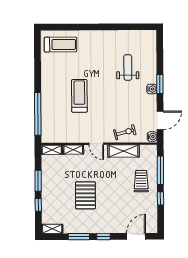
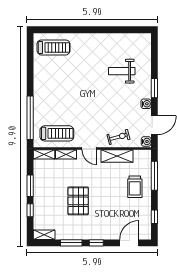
weight bench: (128, 67) -> (122, 71), turned -90
water cooler: (152, 89) -> (146, 104), moved
treadmill: (79, 96) -> (57, 133), moved, turned 90
trolley: (141, 181) -> (135, 187), turned 180
window: (161, 198) -> (154, 217), moved

